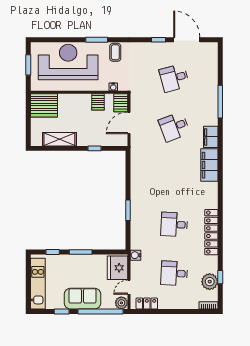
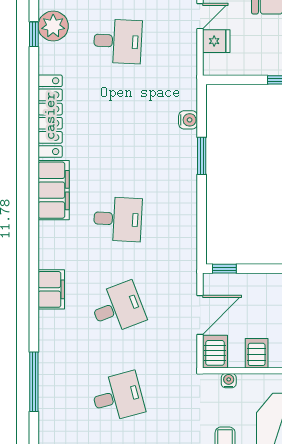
window: (220, 102) -> (34, 382), moved
window: (94, 148) -> (224, 269), moved
filing cabinet: (209, 165) -> (54, 190), moved
desk: (174, 224) -> (118, 219), moved
water cooler: (136, 255) -> (188, 120), moved
fridge: (118, 268) -> (216, 41), width x0.53, depth x0.75

